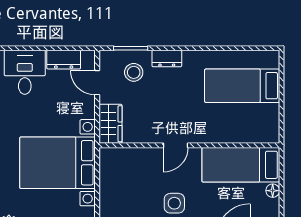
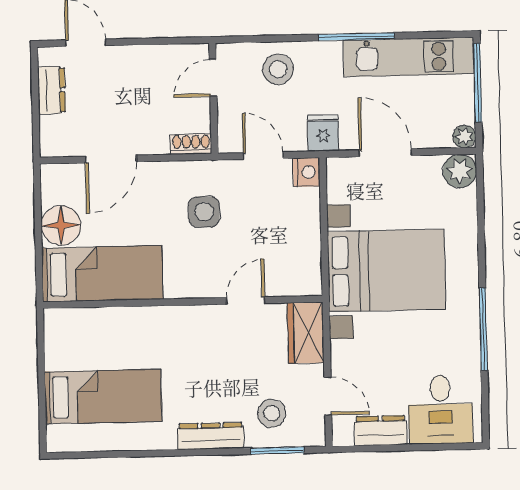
dresser: (167, 59) -> (211, 436), width x1.44
door: (176, 145) -> (246, 301), moved
floor lamp: (273, 191) -> (61, 225), width x1.89, depth x1.89

